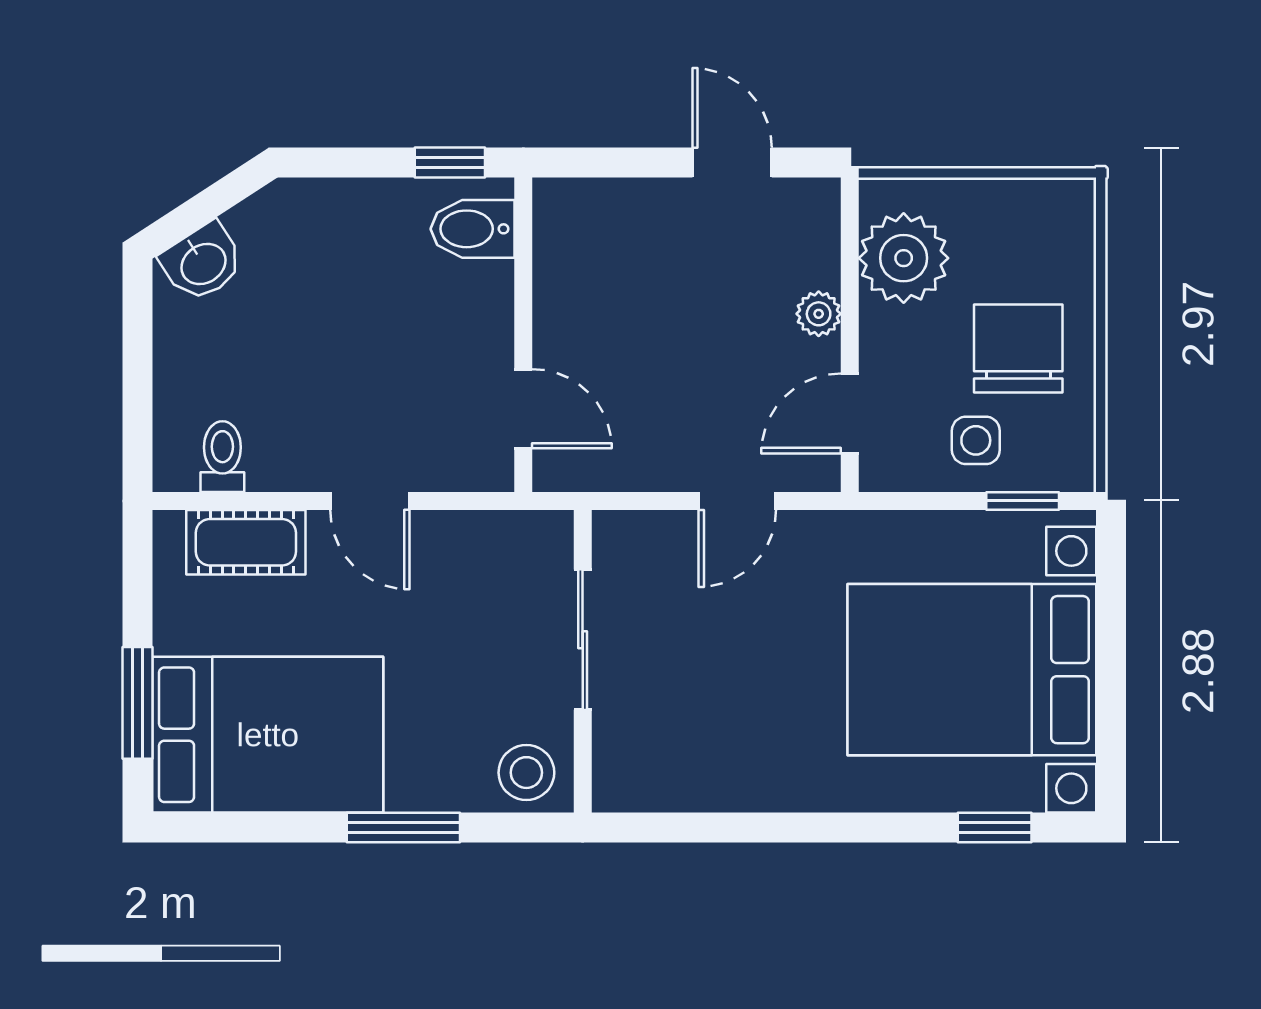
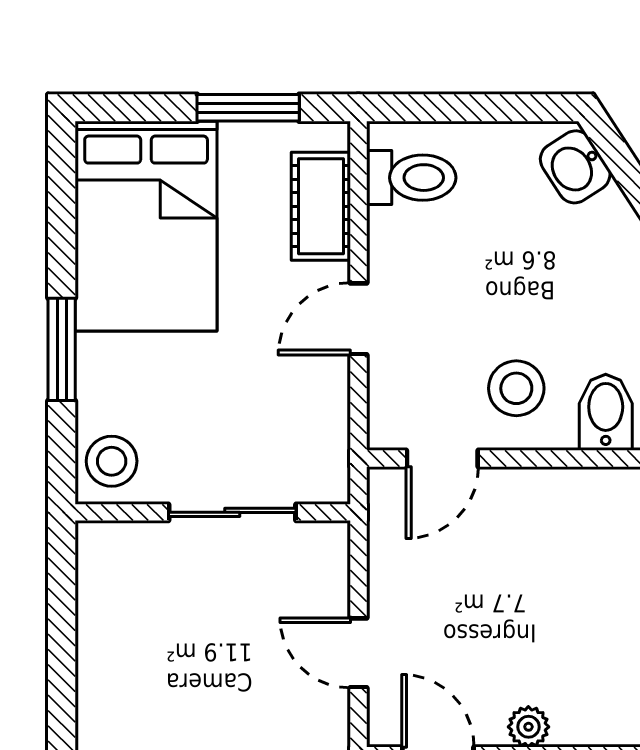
stool: (446, 327) -> (516, 388), added
toilet: (222, 457) -> (411, 178), width x1.37, depth x1.39
window: (137, 703) -> (248, 108), moved

